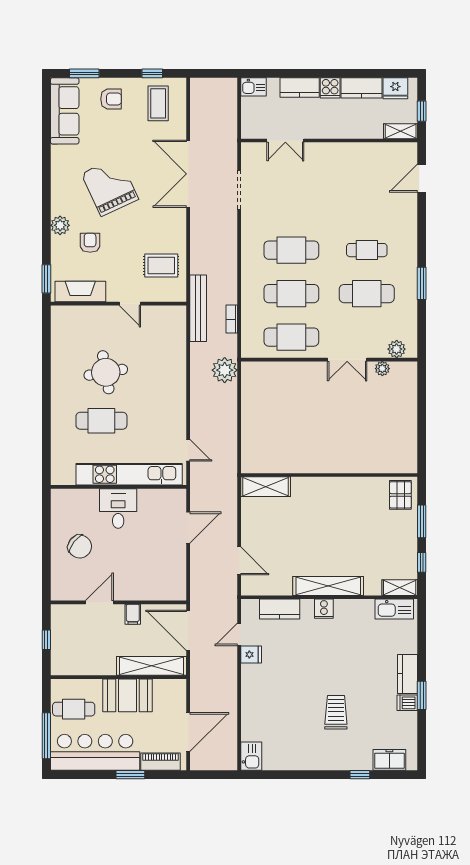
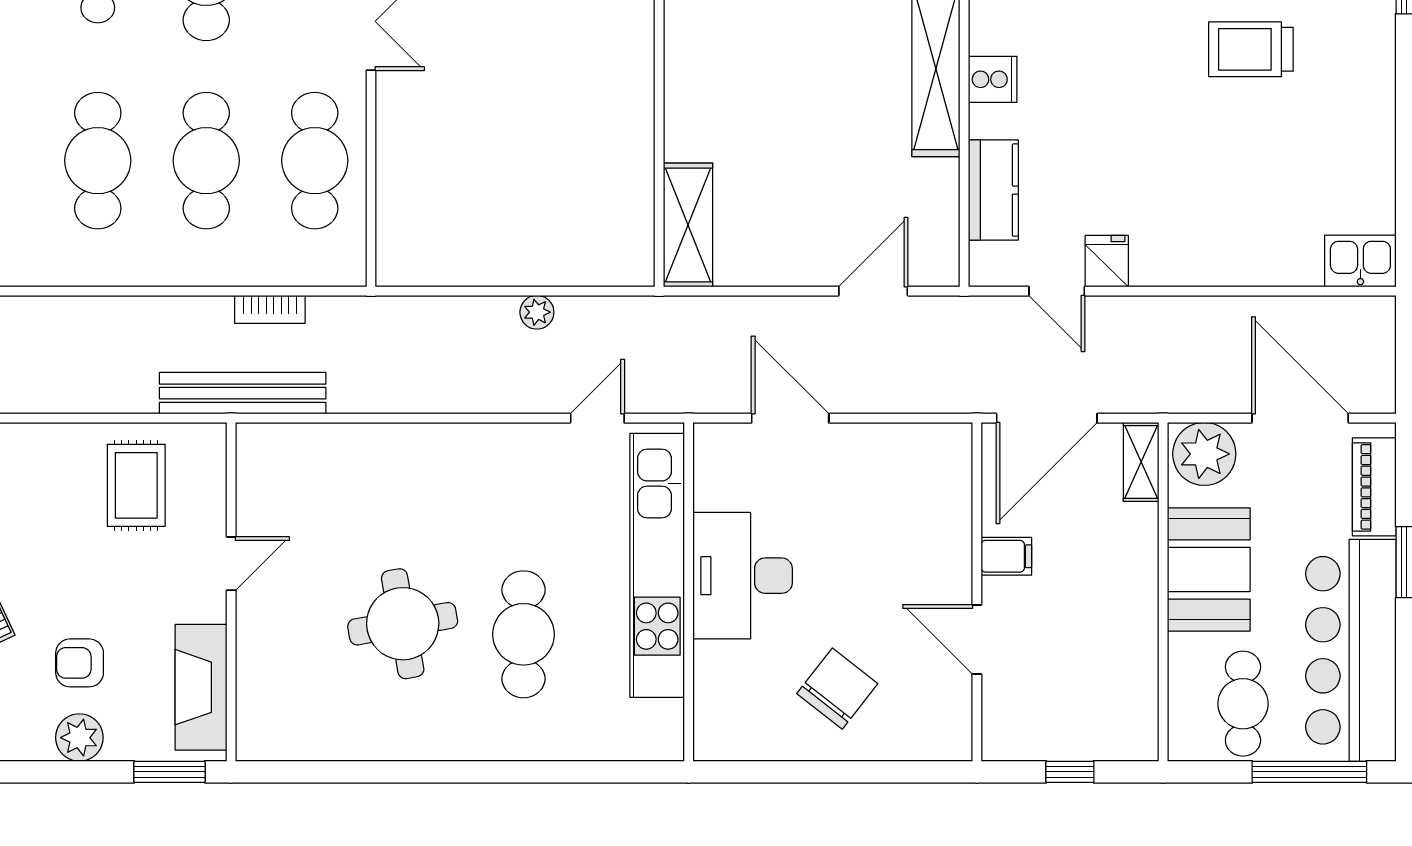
plant: (60, 225) -> (79, 738), moved
plant: (225, 370) -> (537, 312), moved, width x0.53, depth x0.53
desk: (118, 509) -> (743, 576), width x1.37
shelving: (152, 666) -> (1141, 462), width x0.45, depth x0.75
plant: (174, 694) -> (1204, 454), added

